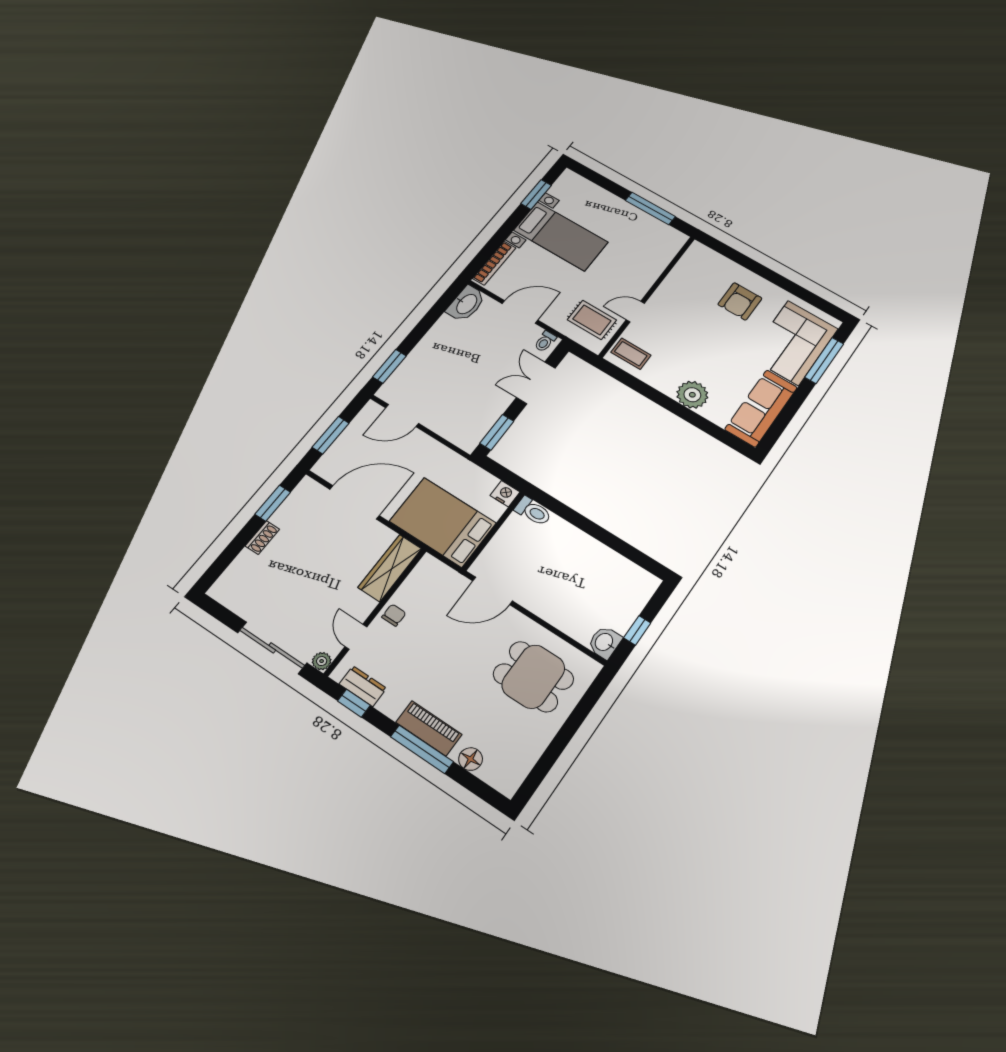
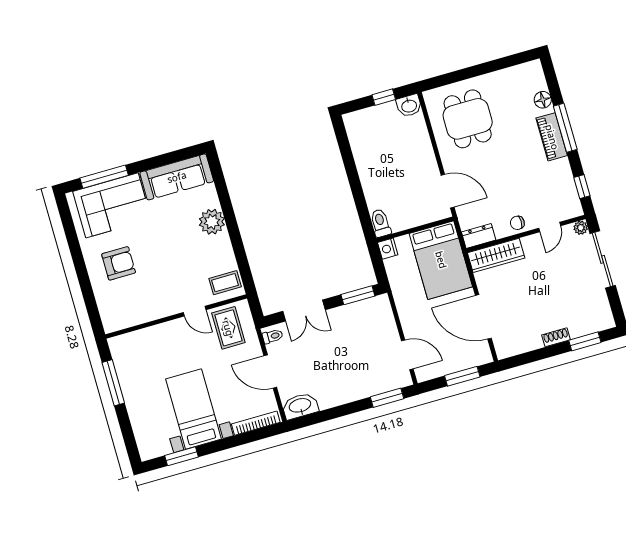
coffee table: (631, 354) -> (225, 283), turned 90
window: (273, 503) -> (585, 341), moved
dresser: (363, 686) -> (479, 236), moved, turned 90

